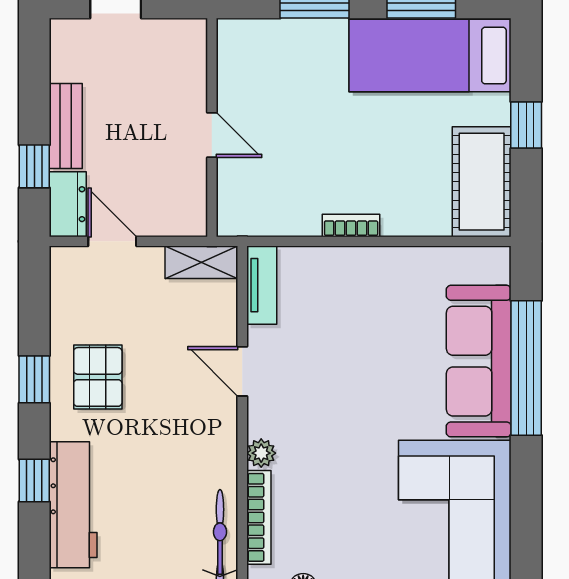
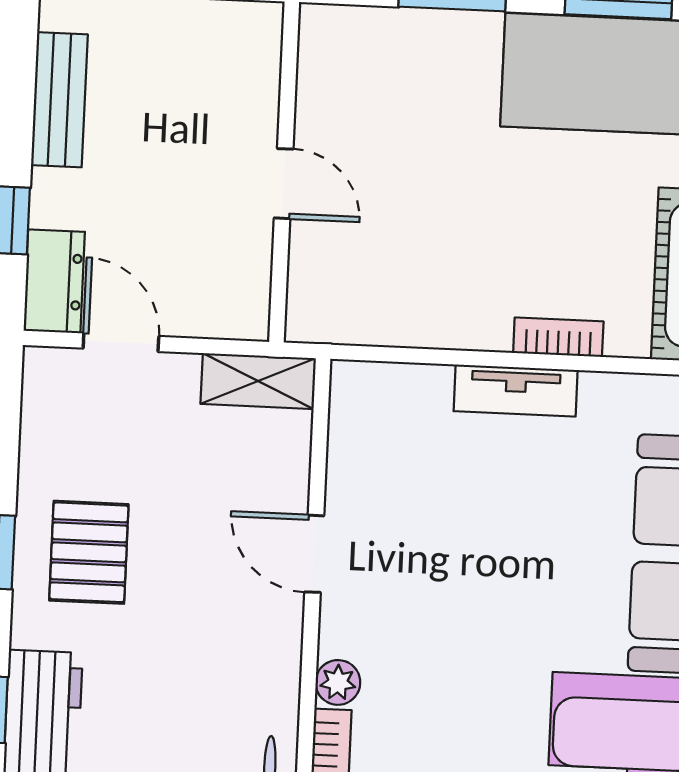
bench: (66, 126) -> (59, 100), moved
bookcase: (351, 225) -> (558, 337), moved
tv unit: (262, 285) -> (516, 391), moved, turned 90

